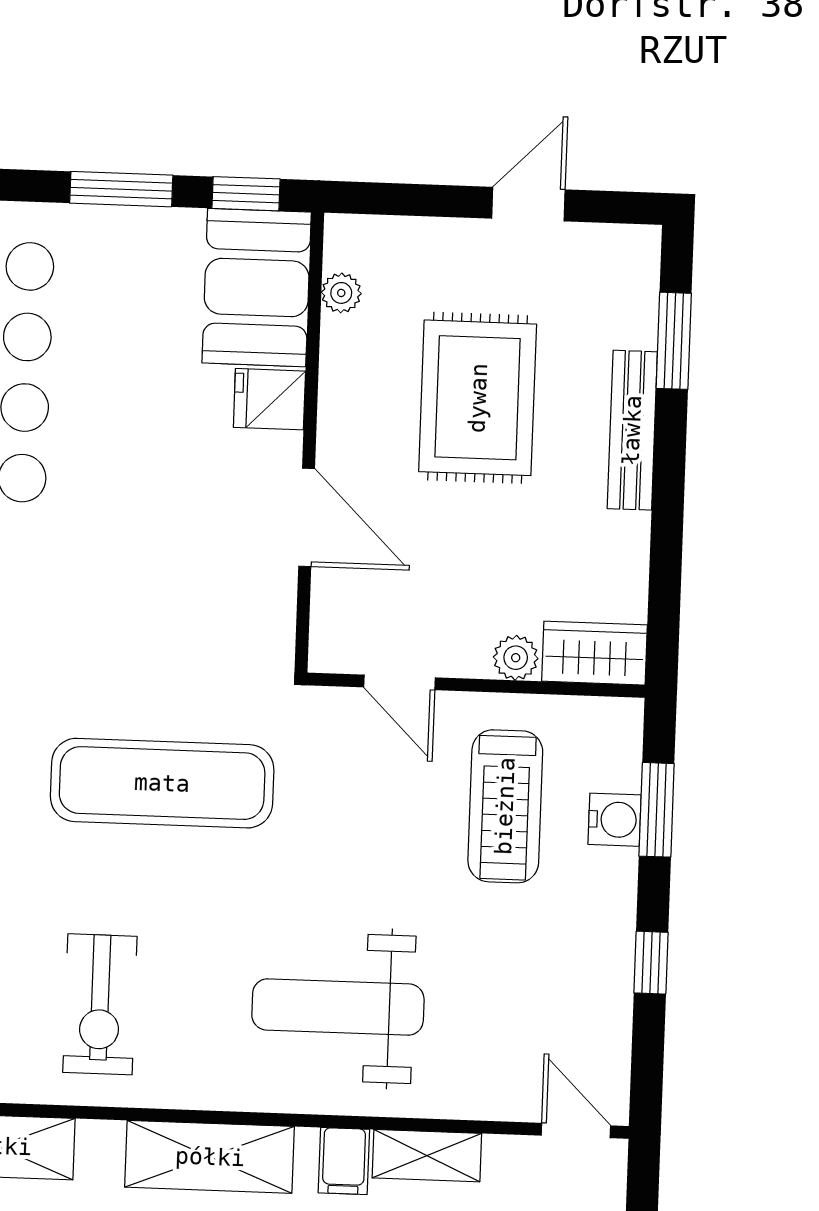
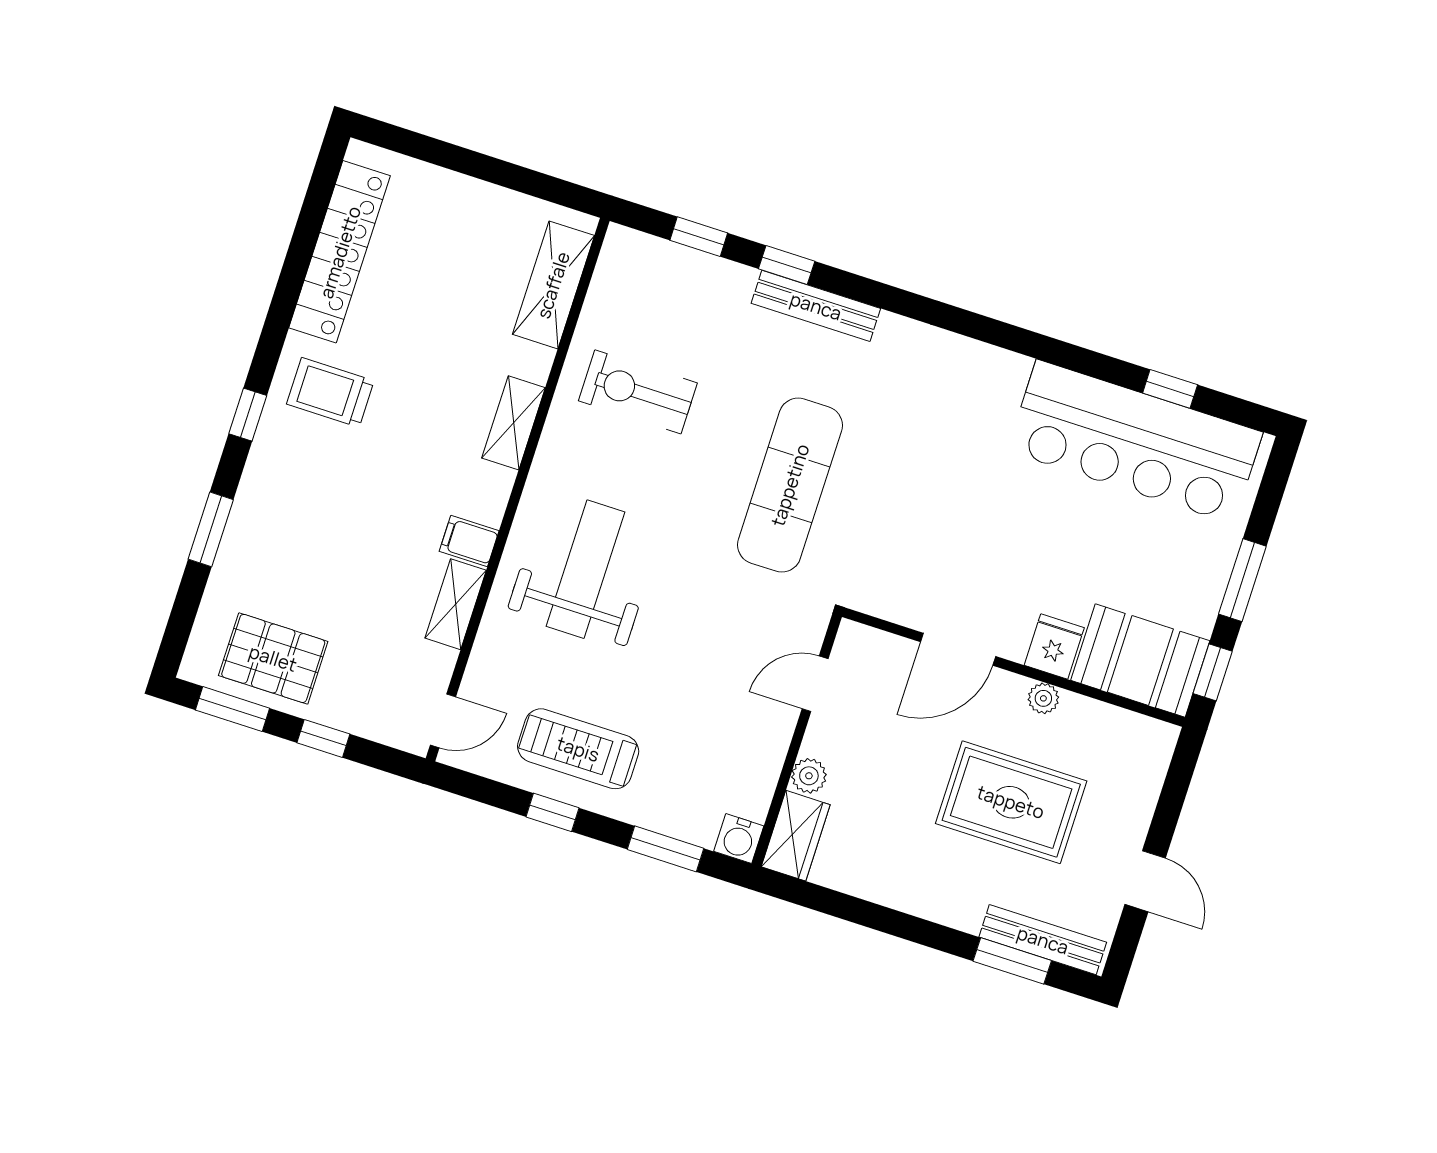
plant: (341, 293) -> (1043, 698), moved
bench: (632, 430) -> (1043, 940), moved
treadmill: (505, 806) -> (578, 749), moved
water cooler: (615, 820) -> (739, 839), moved
shelving: (210, 1157) -> (514, 423), width x0.67, depth x0.75

